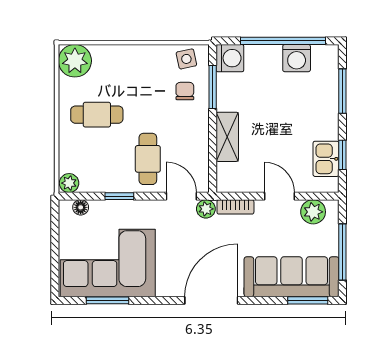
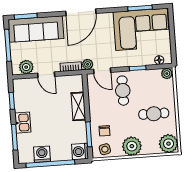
plant: (139, 61) -> (132, 146), added
kitchen sink: (326, 159) -> (23, 123), moved

